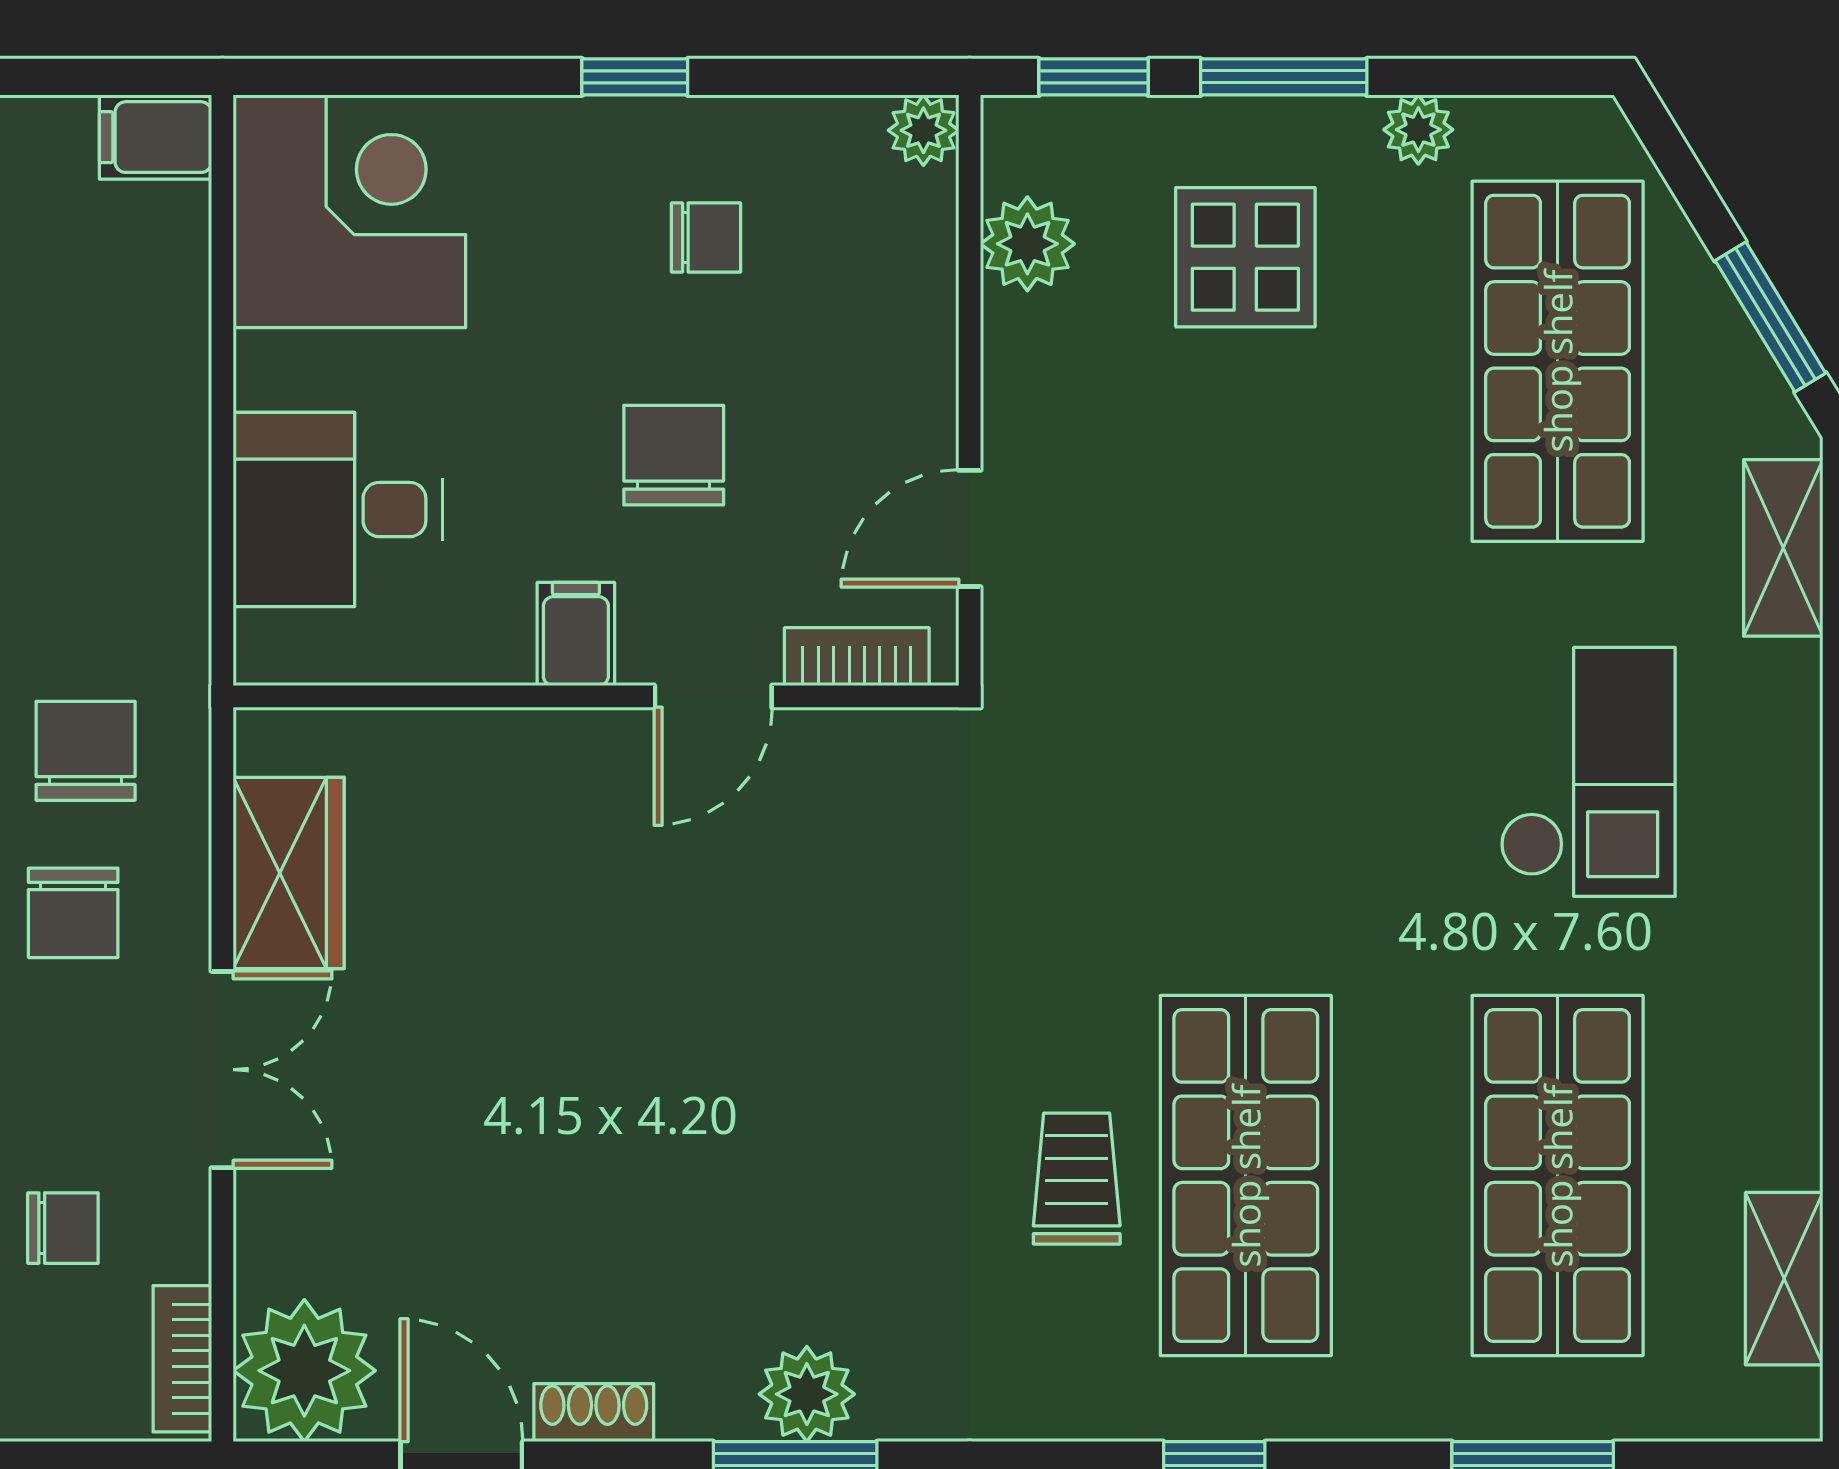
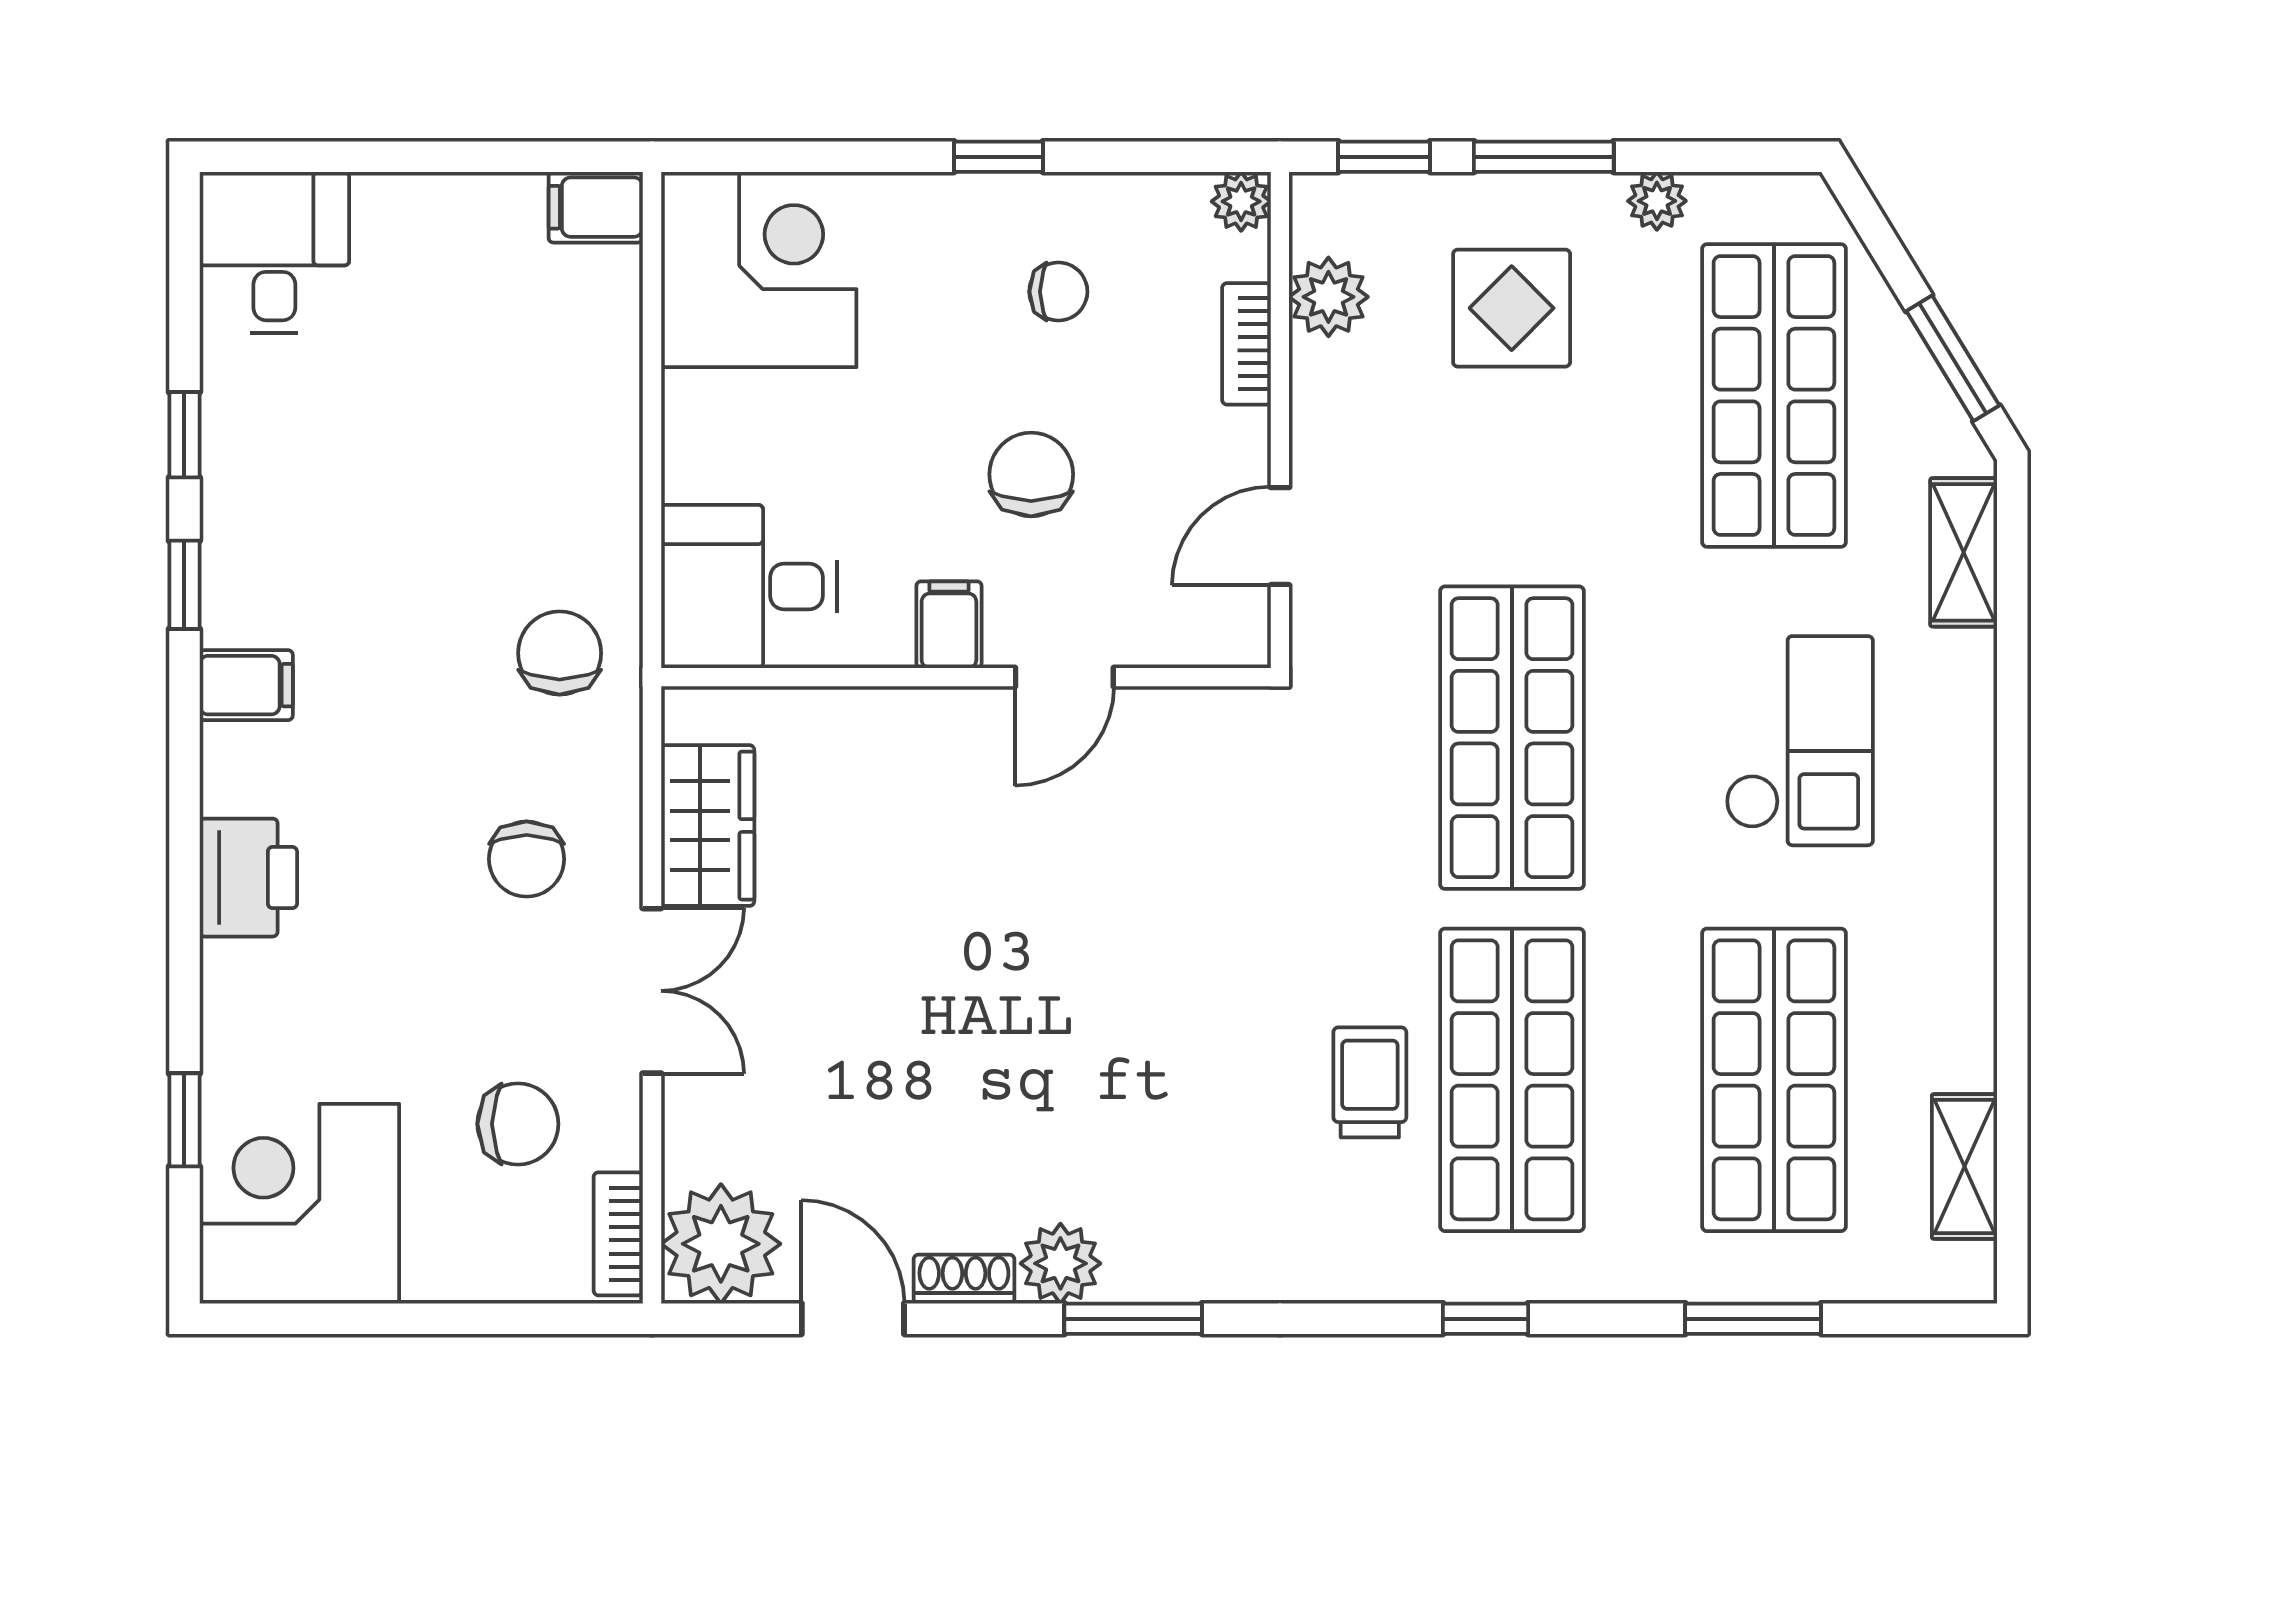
desk: (338, 510) -> (749, 586), moved
bookcase: (857, 657) -> (1246, 344), moved, turned -90
chair: (86, 751) -> (560, 653), moved
shop shelf: (1246, 768) -> (1512, 738), added
chair: (63, 1228) -> (518, 1124), width x1.37, depth x1.37
plant: (807, 1394) -> (1060, 1263), moved

